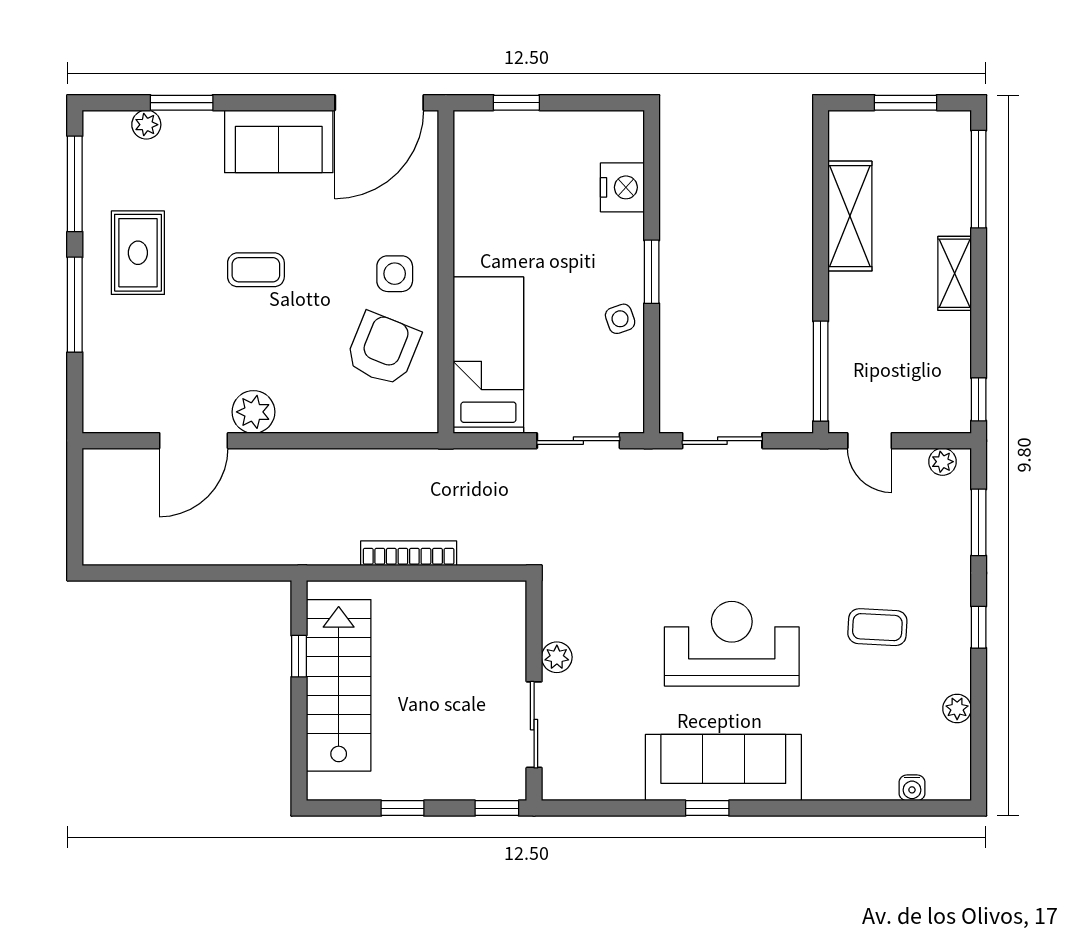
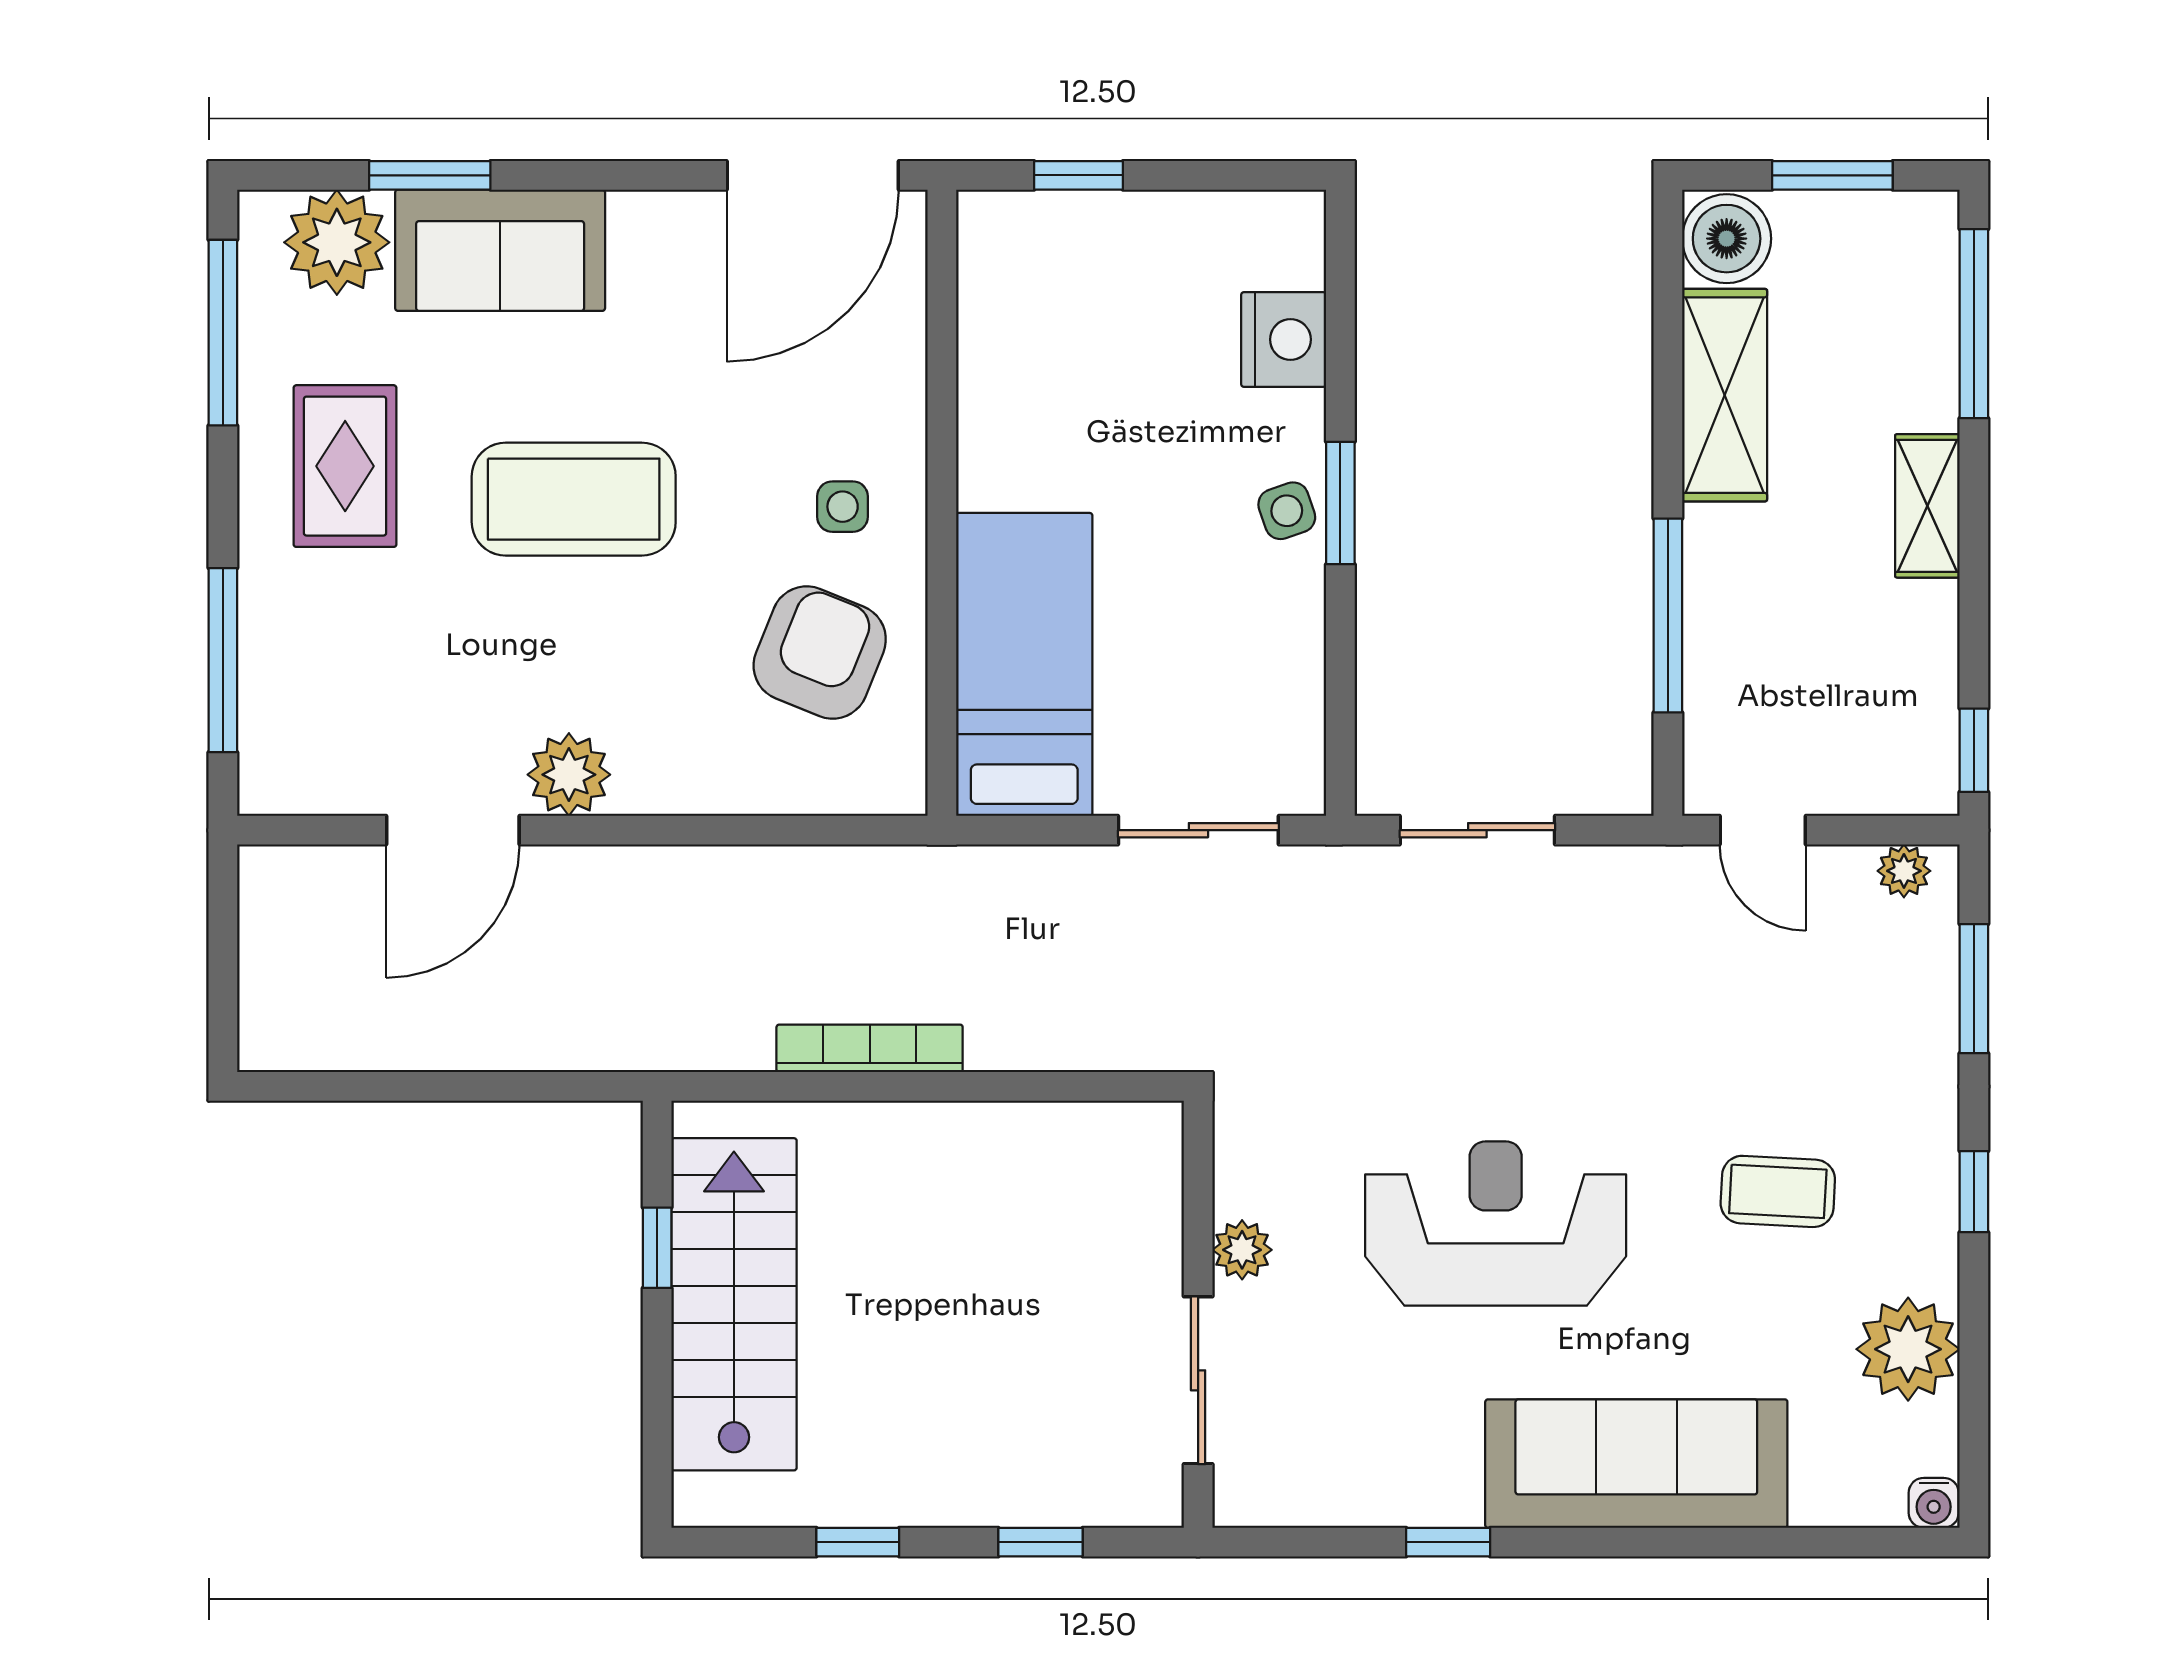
plant: (146, 125) -> (337, 242), width x1.88, depth x1.88
boiler: (851, 135) -> (1727, 239), added
sofa: (279, 141) -> (500, 250), moved
coffee table: (256, 270) -> (574, 499), width x1.86, depth x1.72
side table: (395, 274) -> (843, 507), width x0.73, depth x0.73
window: (75, 305) -> (223, 660), moved
side table: (620, 319) -> (1287, 511), moved
window: (821, 371) -> (1668, 616), moved
plant: (557, 657) -> (1242, 1250), moved
wall: (534, 691) -> (1198, 1314), moved
plant: (957, 709) -> (1908, 1349), width x1.88, depth x1.88
sliding door: (534, 725) -> (1198, 1380), moved
sofa: (723, 768) -> (1636, 1464), moved
water cooler: (912, 788) -> (1934, 1503), moved

